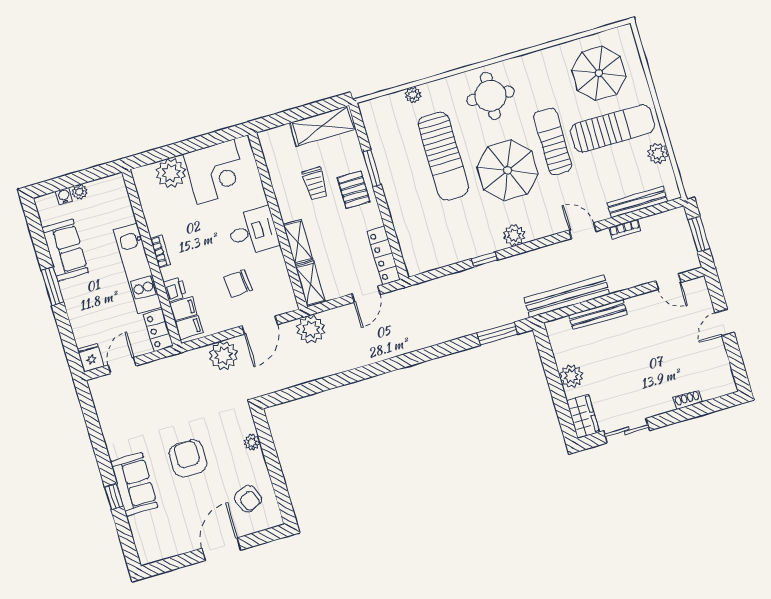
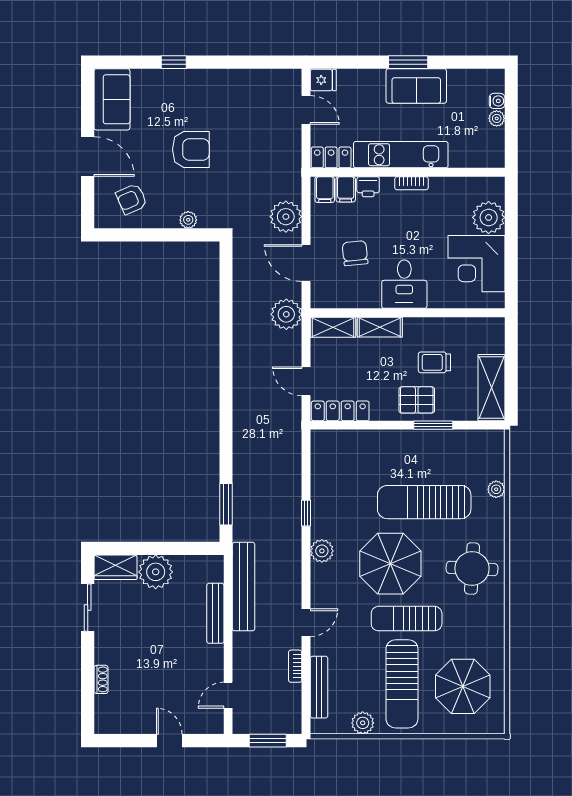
sun lounger: (553, 141) -> (407, 619), turned 180
sofa: (65, 250) -> (416, 86), moved
plant: (571, 376) -> (156, 572), width x1.36, depth x1.36
sofa: (134, 484) -> (112, 99), moved, turned -90

